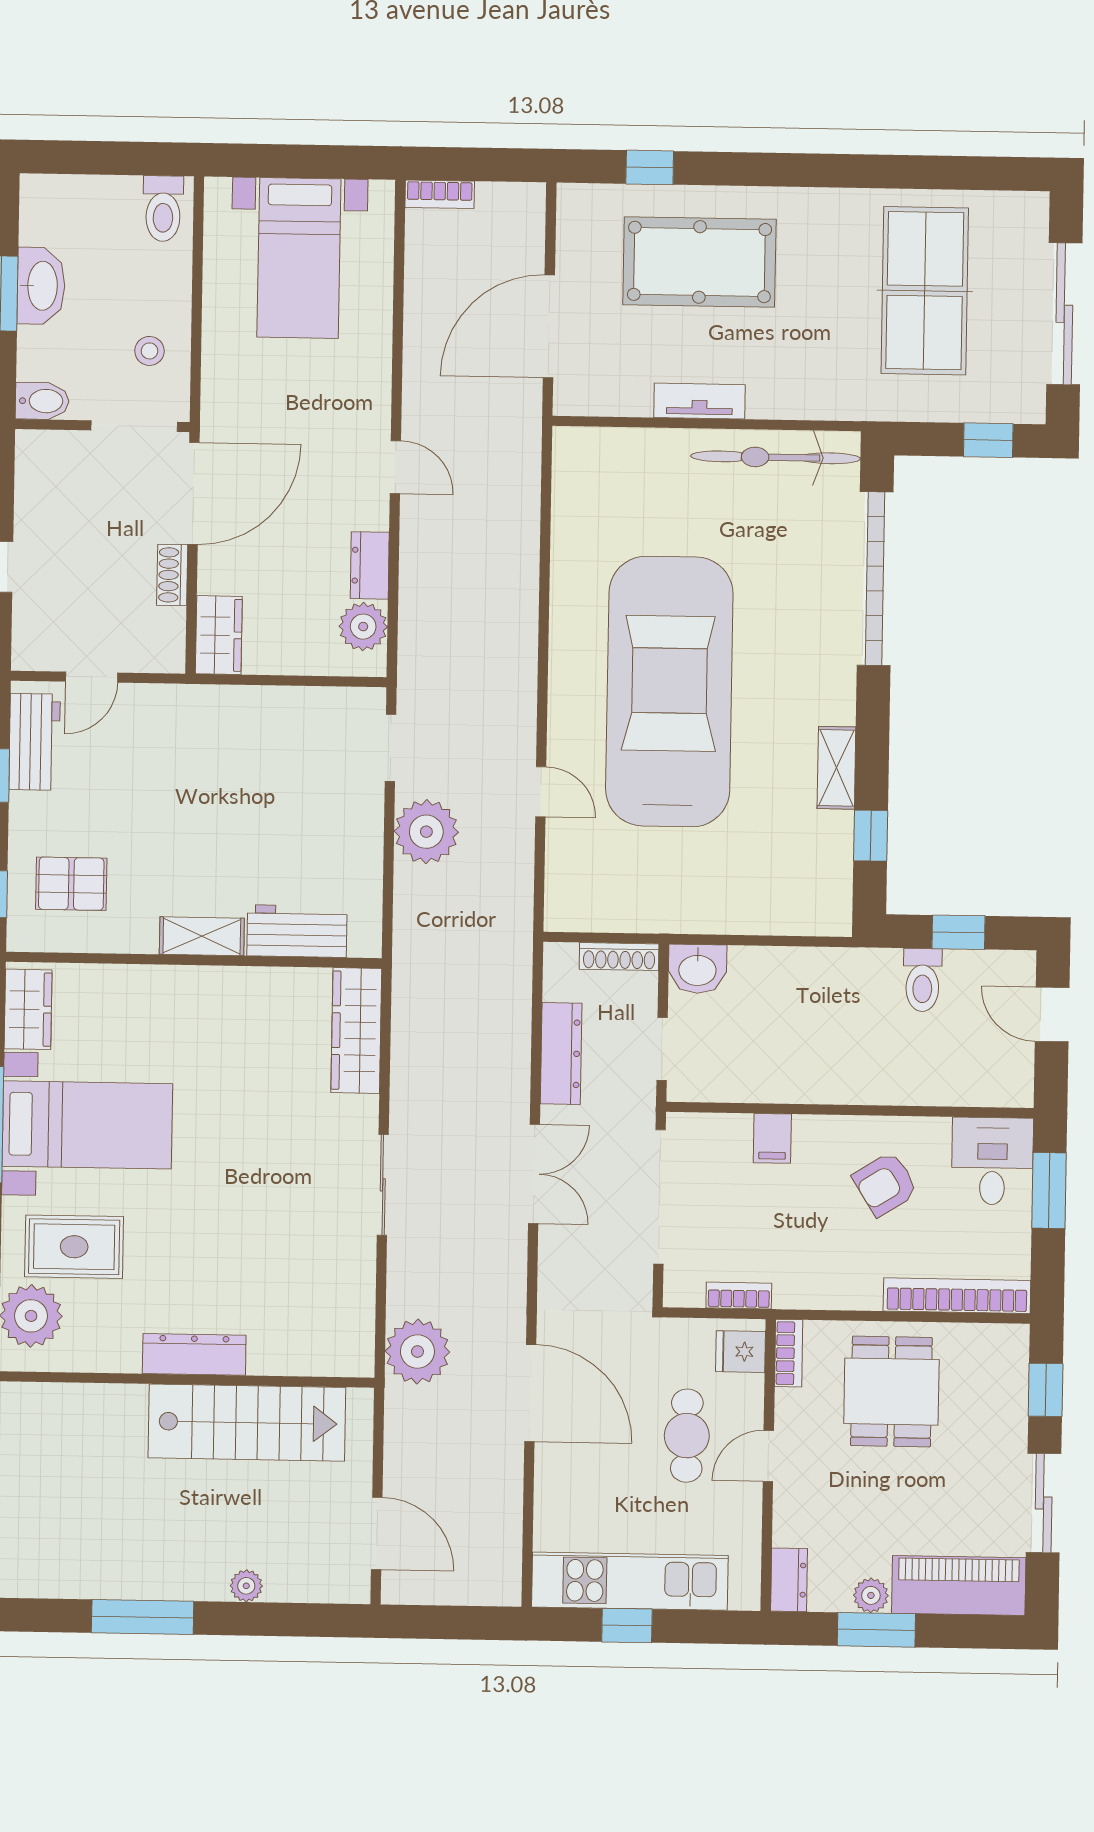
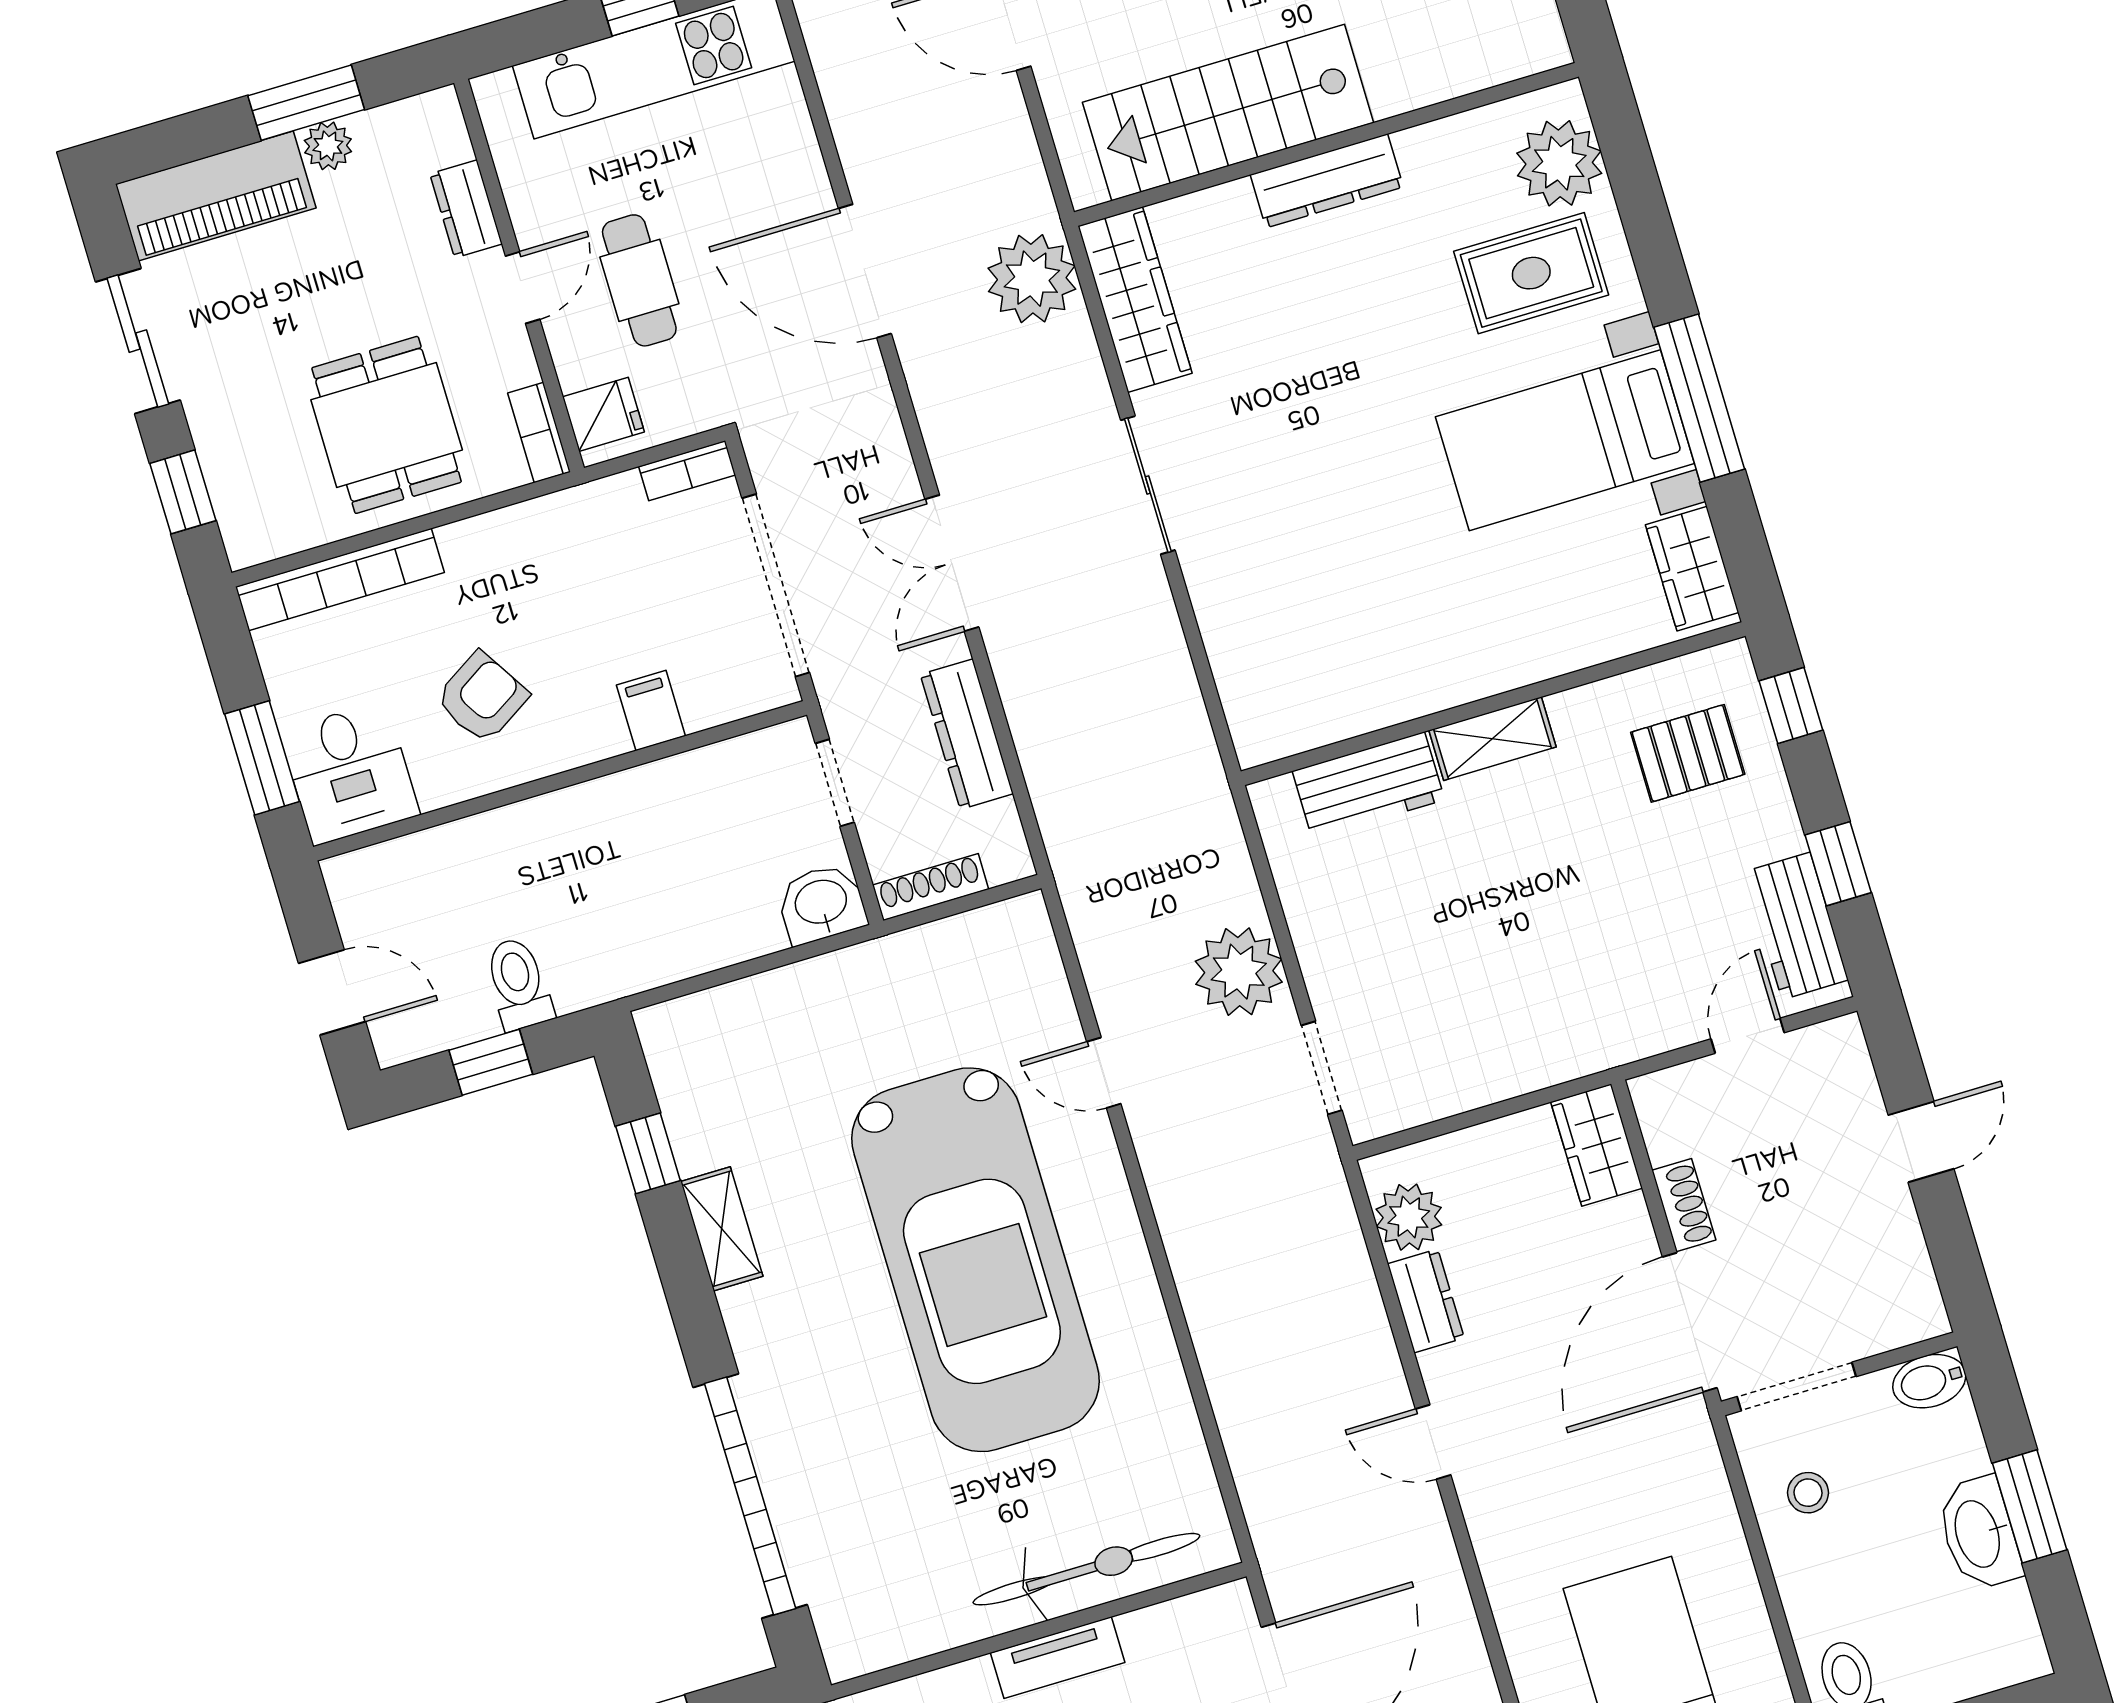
bicycle: (776, 457) -> (1086, 1569), moved
wardrobe: (356, 1030) -> (1135, 300), moved
bookcase: (739, 1296) -> (687, 471), moved
dresser: (789, 1580) -> (466, 209), moved

